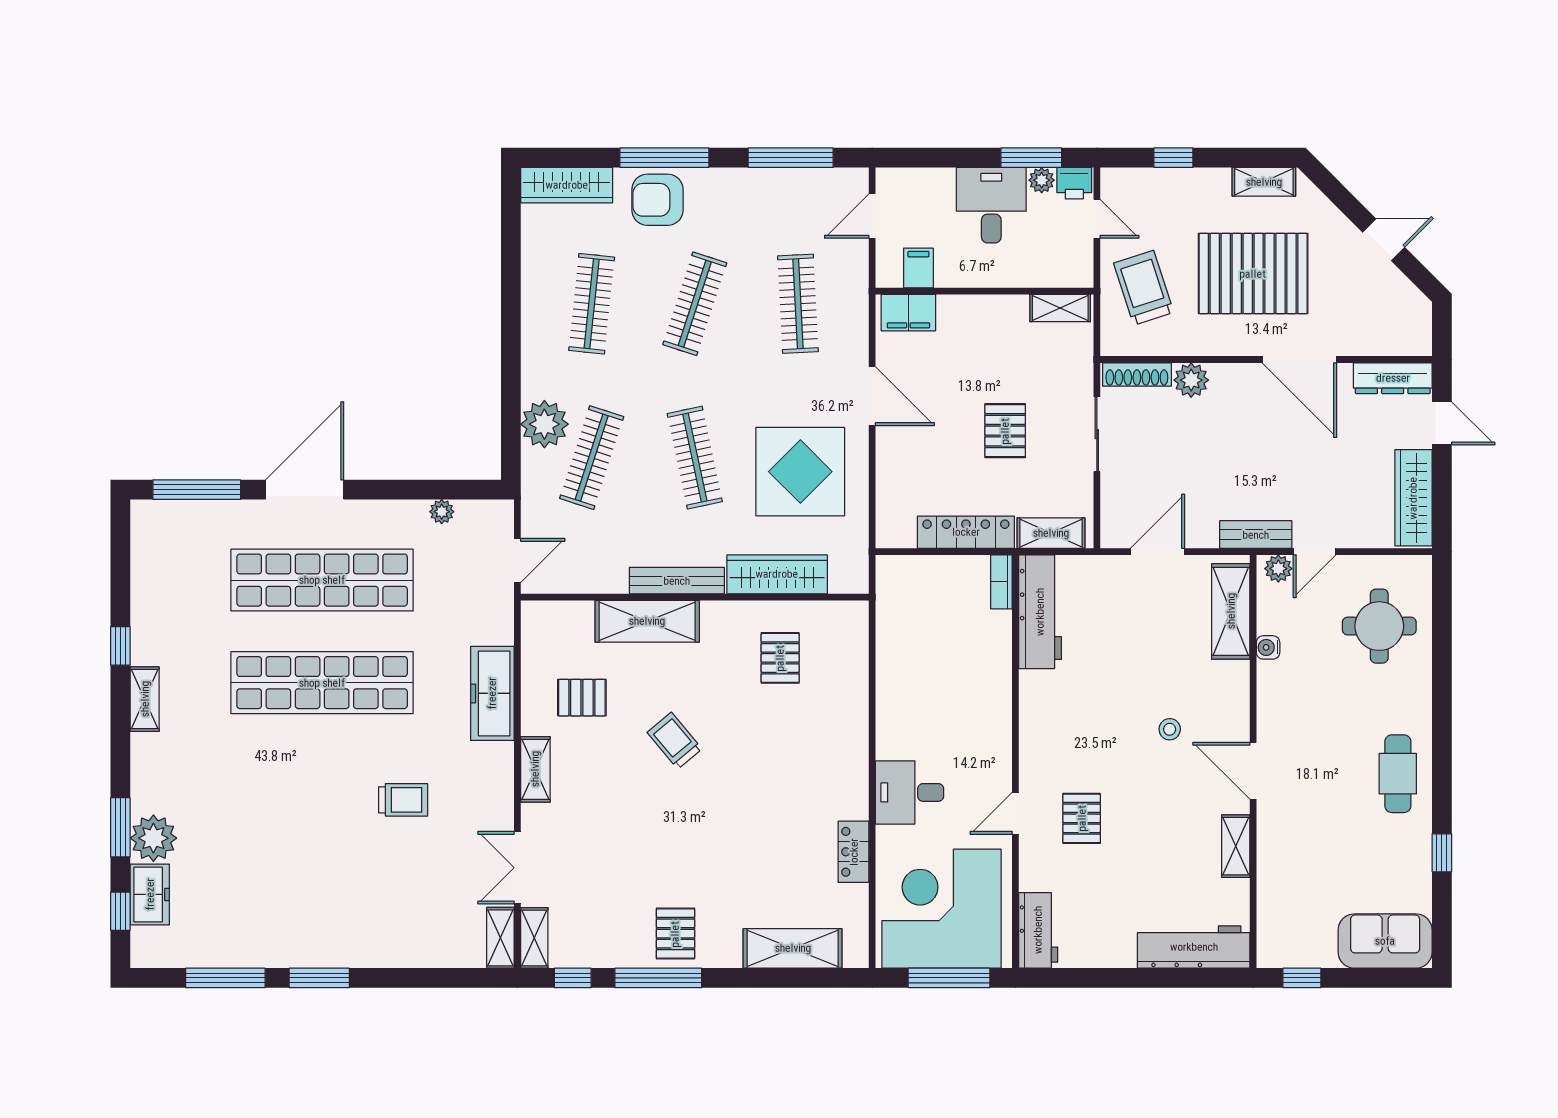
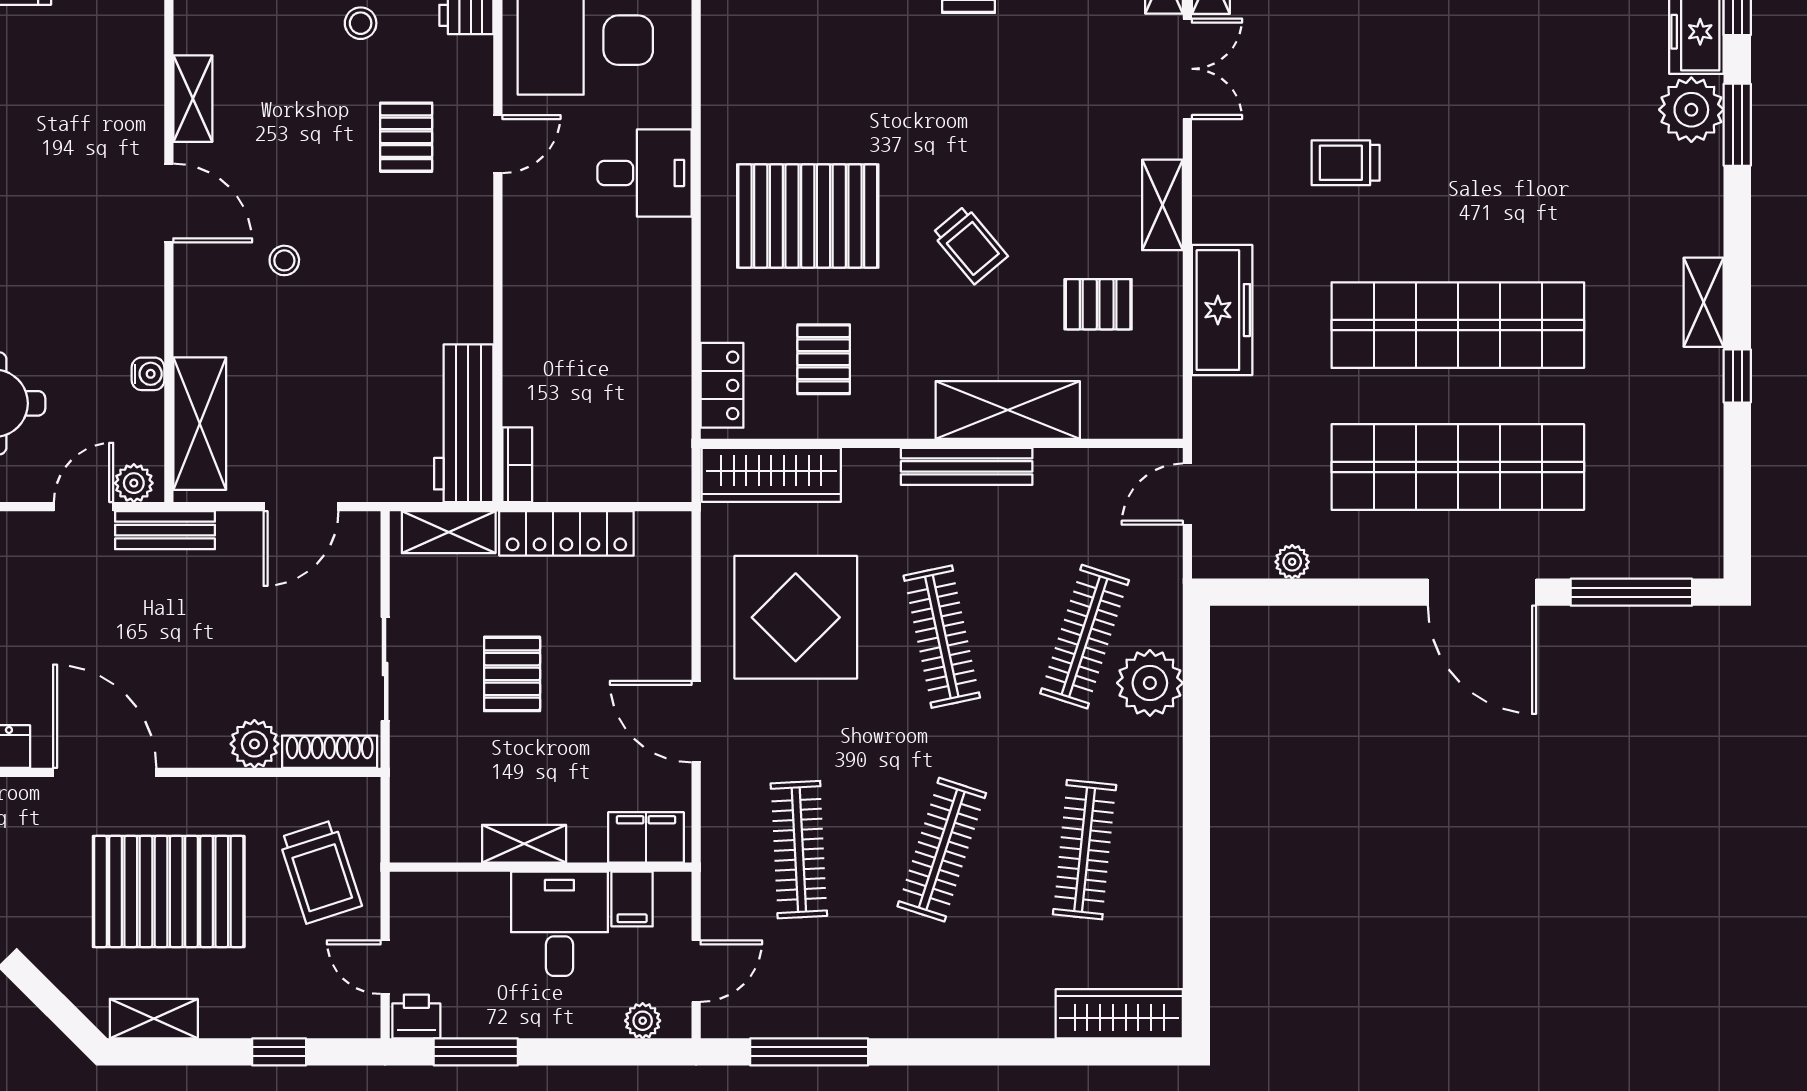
window: (664, 158) -> (984, 1052), removed
plant: (1042, 180) -> (643, 1021), moved
armchair: (657, 200) -> (993, 994), removed
desk: (991, 205) -> (559, 924), moved, turned 180
shelving: (1060, 308) -> (524, 844), moved
door: (305, 490) -> (1482, 592), hinge flipped
wardrobe: (777, 574) -> (771, 475), moved
pallet: (792, 761) -> (808, 216), added
locker: (854, 852) -> (722, 385), moved
stool: (1115, 901) -> (361, 23), added

